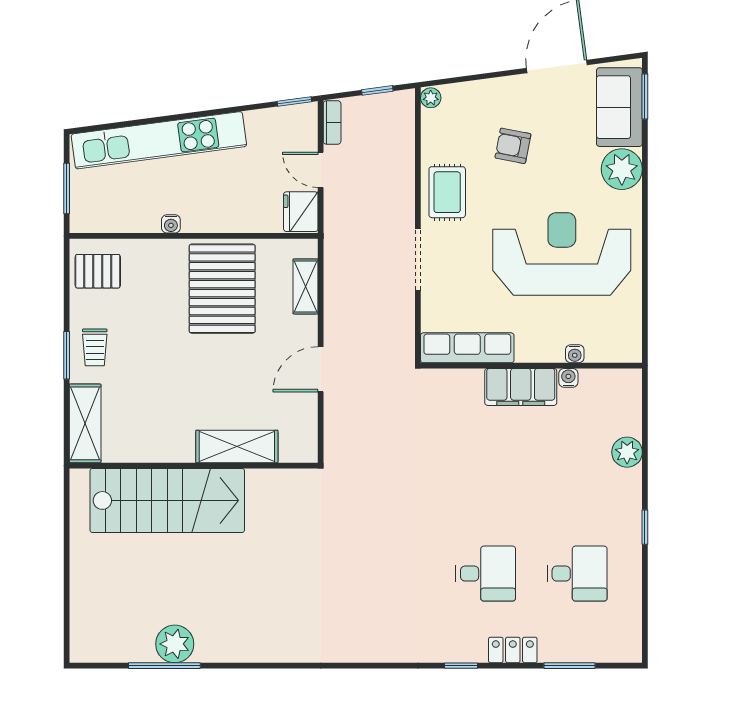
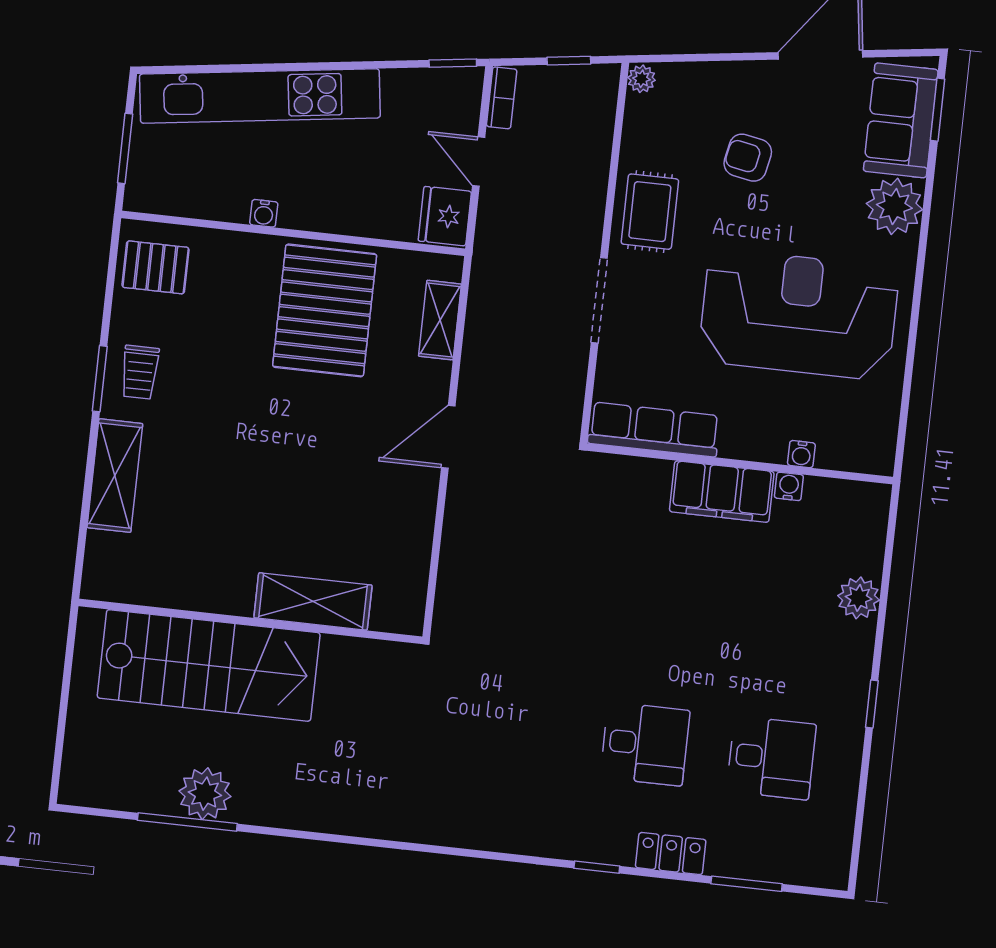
shelving: (237, 446) -> (313, 601), moved
wall: (194, 466) -> (250, 621), moved
stairs: (167, 500) -> (209, 665), moved

